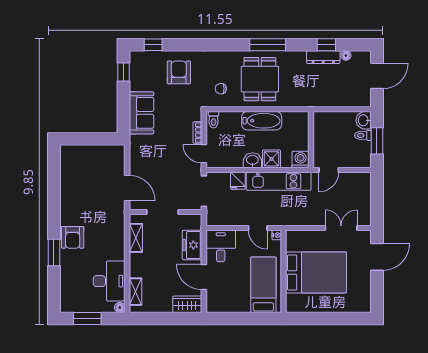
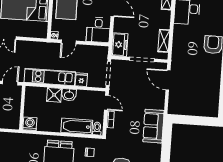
sofa: (142, 113) -> (153, 126), moved
bathtub: (262, 121) -> (77, 126), moved
washing machine: (301, 159) -> (30, 124), moved, turned 180
door: (258, 228) -> (69, 42), swing flipped
freezer: (192, 245) -> (120, 45), moved

